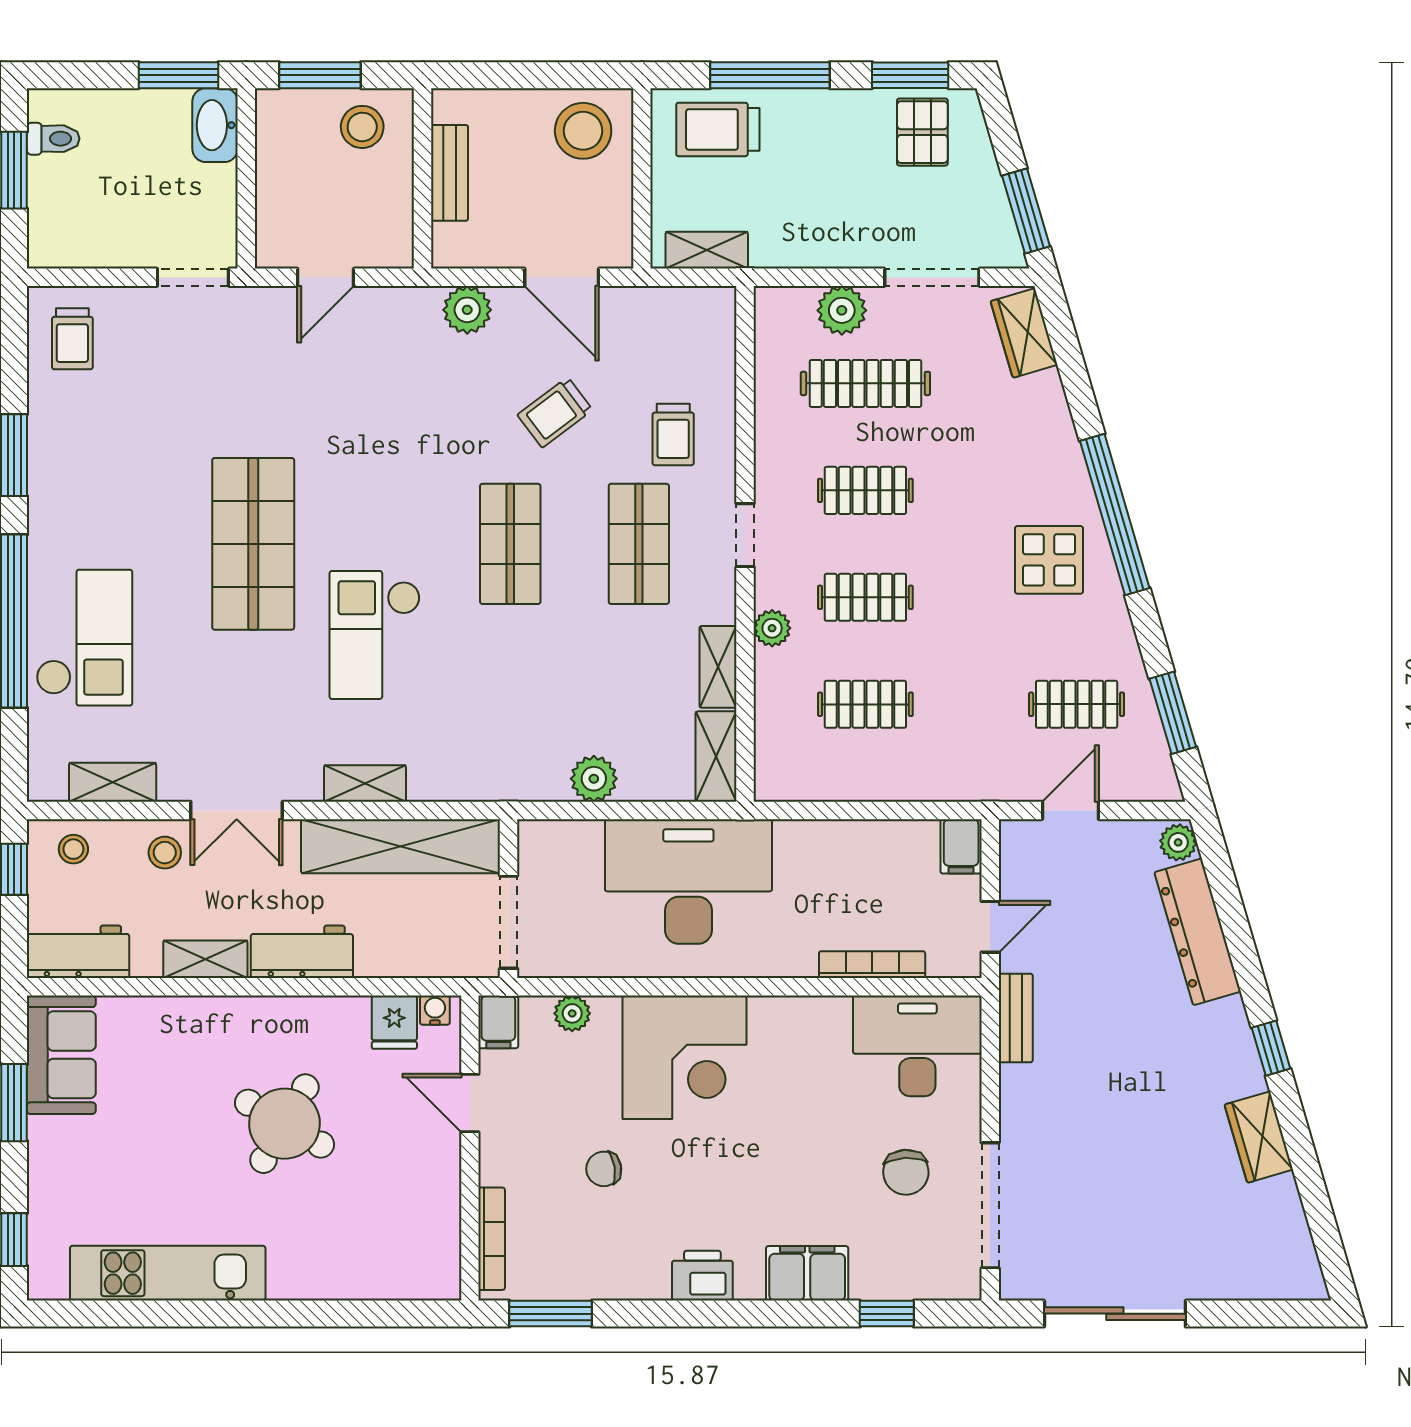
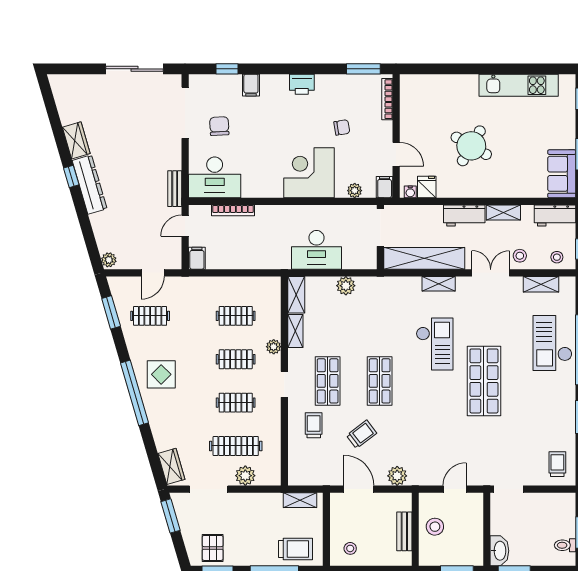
stool: (362, 127) -> (435, 527), moved
stool: (583, 131) -> (350, 548), width x0.53, depth x0.53
desk: (688, 882) -> (316, 250), width x0.73, depth x0.77
dresser: (1198, 932) -> (90, 185), moved
filing cabinet: (807, 1273) -> (251, 85), width x0.50

